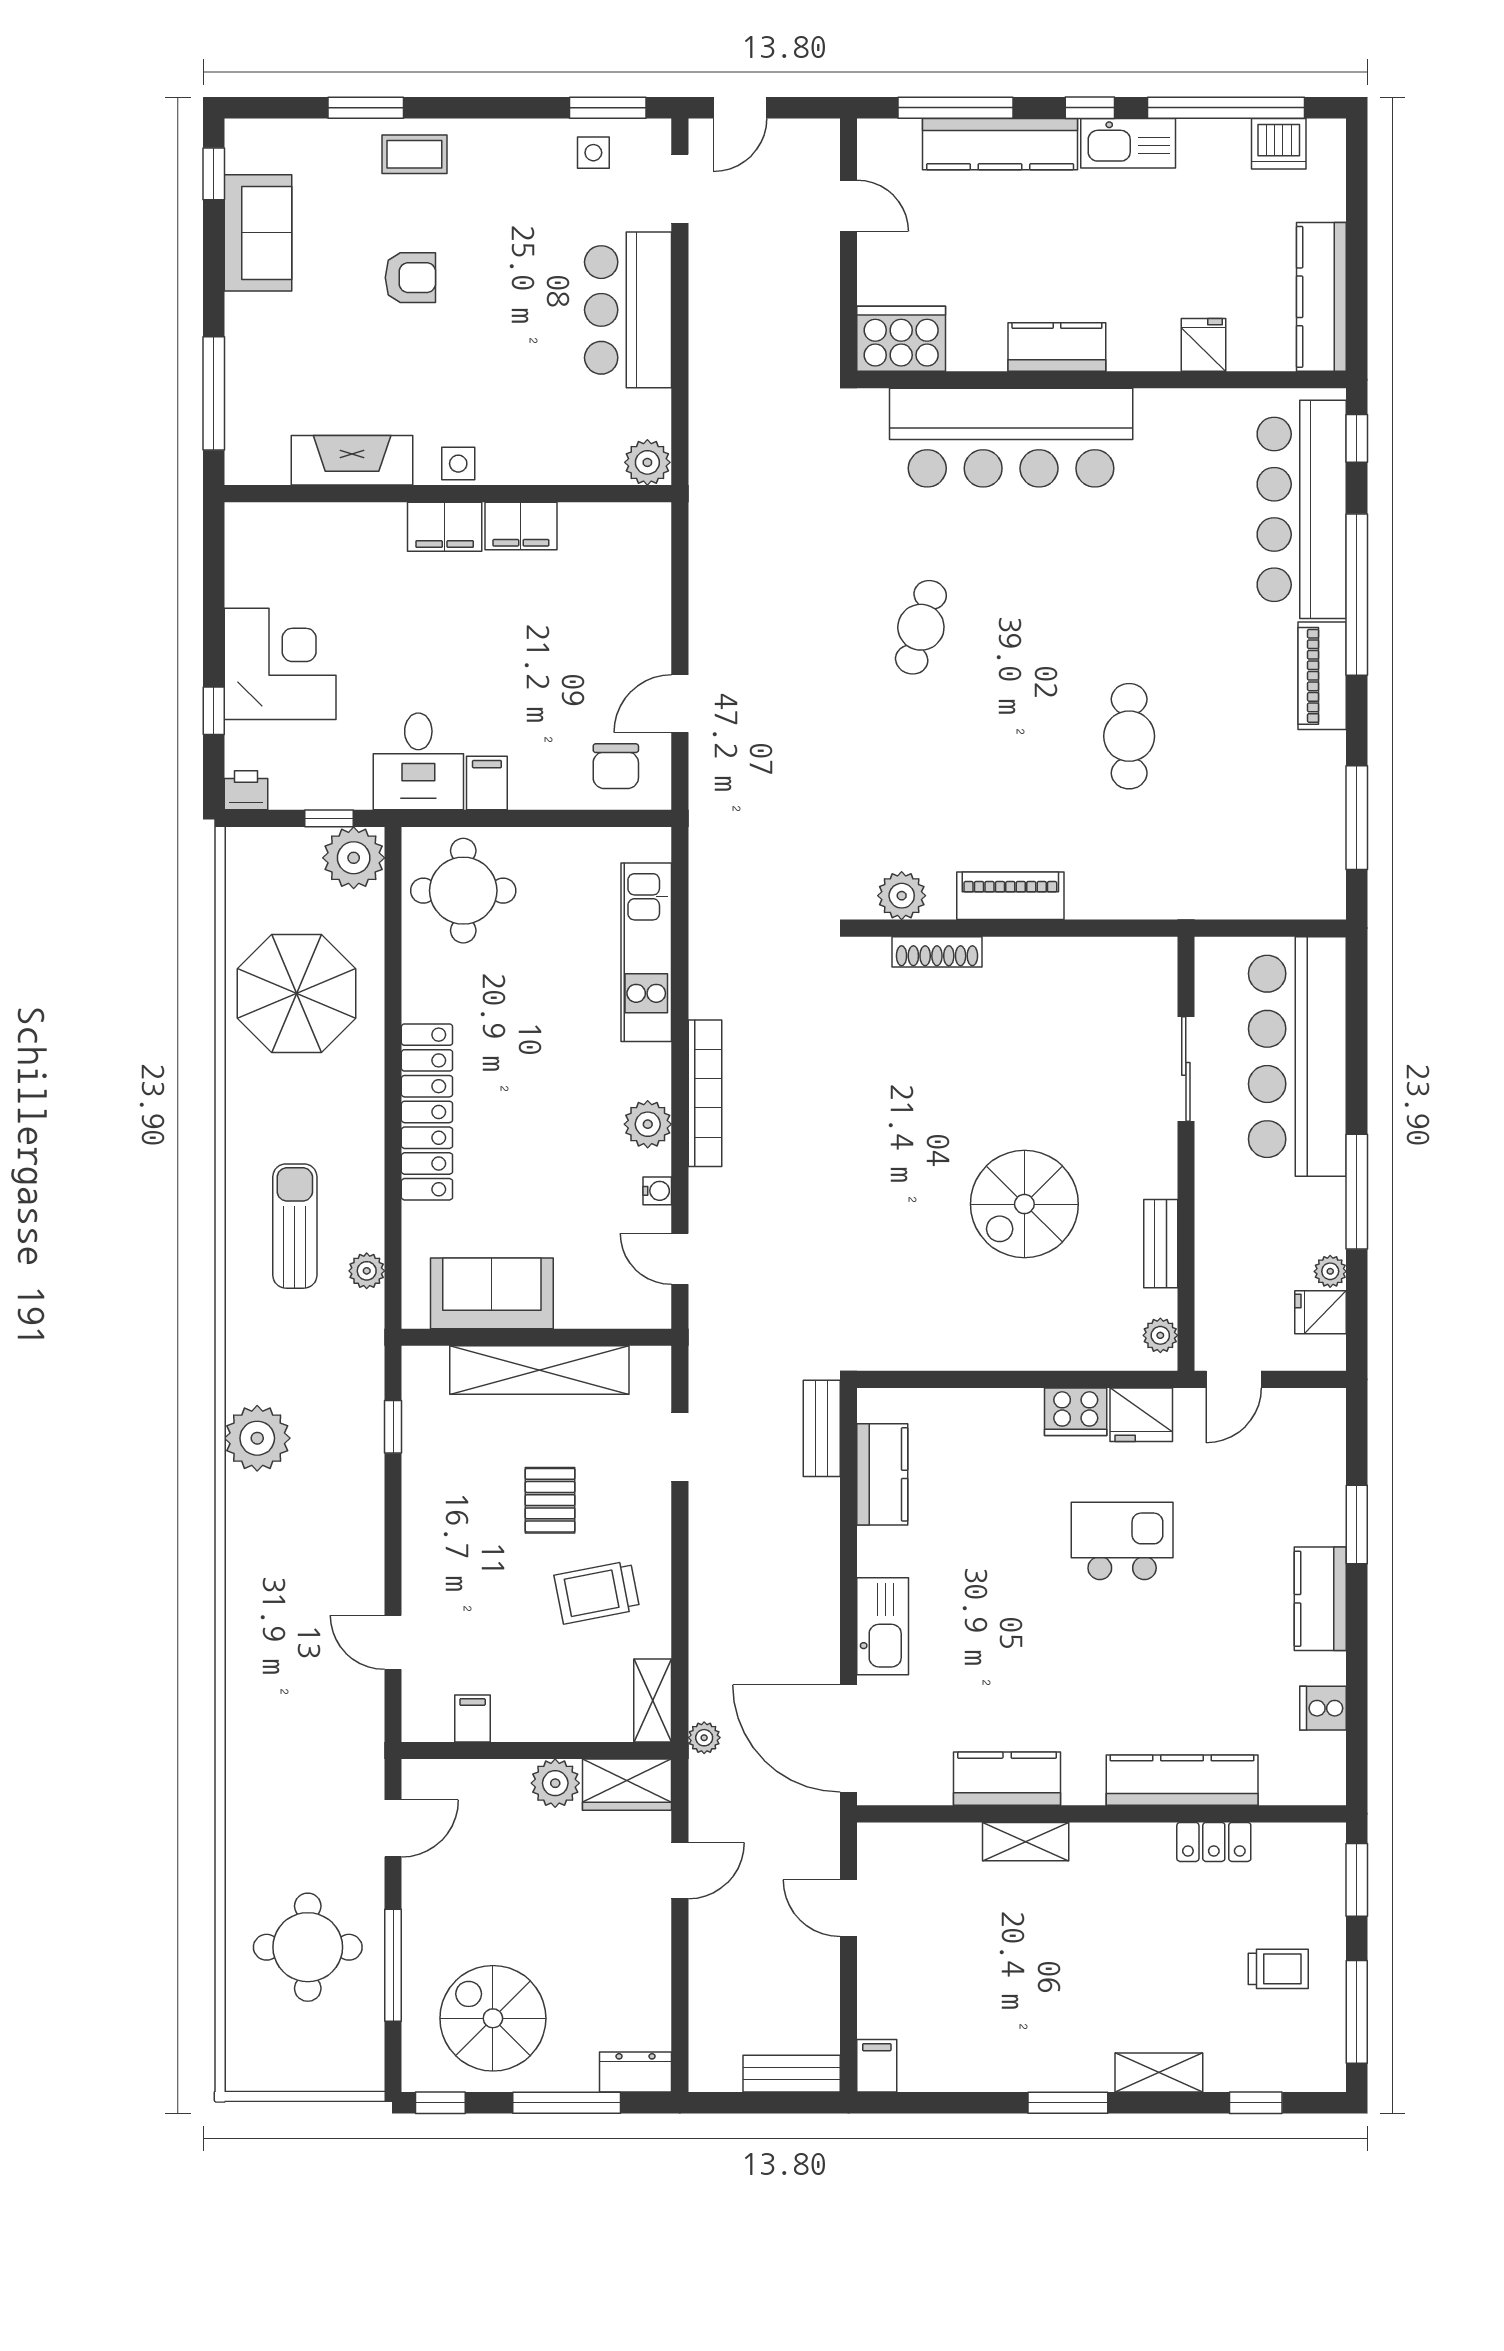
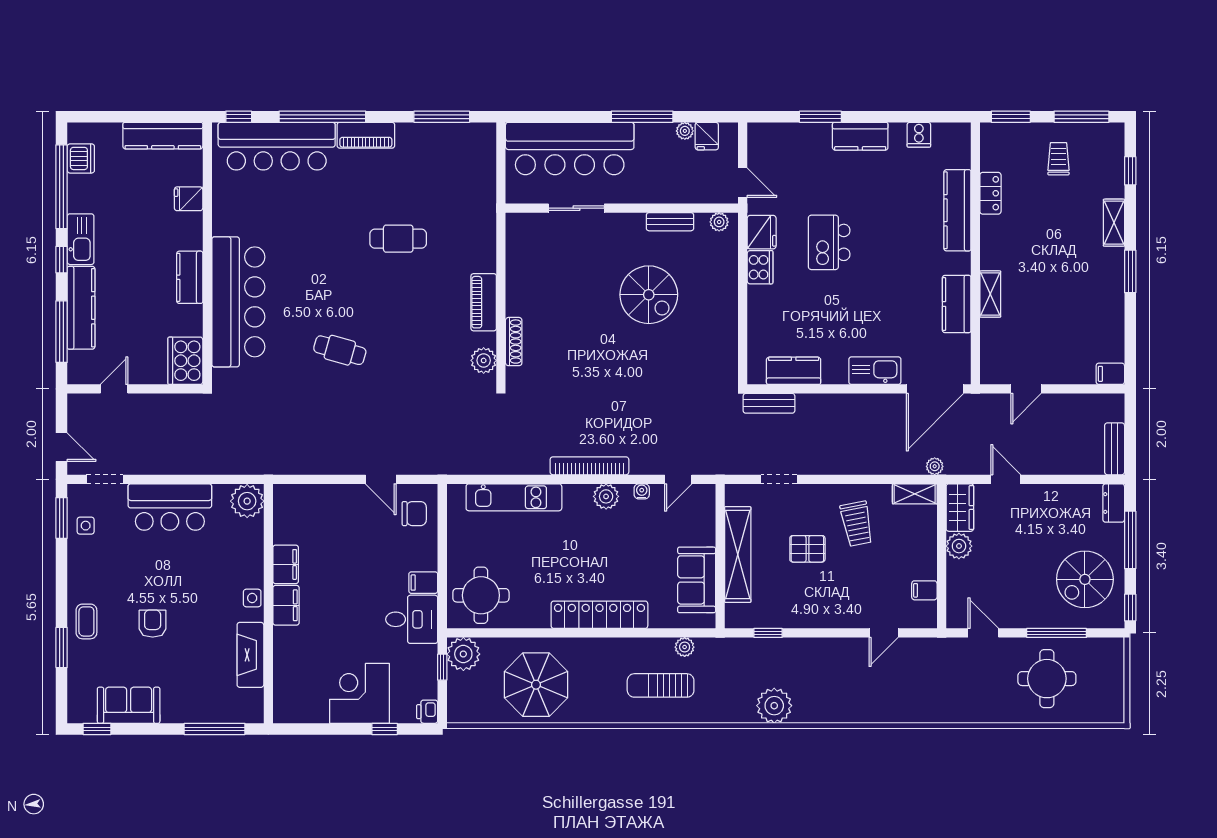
plant: (647, 462) -> (247, 501), width x1.36, depth x1.36
bench: (792, 2074) -> (1115, 449), moved

